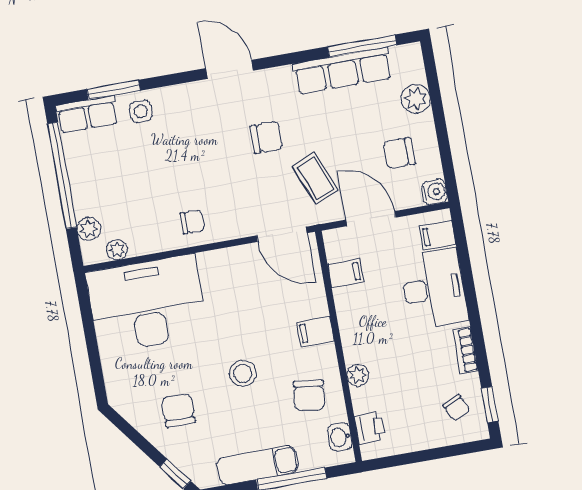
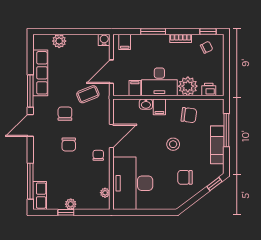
window: (362, 46) -> (30, 91), moved
window: (114, 90) -> (30, 181), width x1.44
side table: (141, 111) -> (42, 170), removed
chair: (399, 153) -> (69, 144), moved
window: (62, 175) -> (66, 212), width x0.32
plant: (89, 229) -> (71, 204), moved
door: (282, 234) -> (111, 136), moved
desk: (434, 289) -> (159, 82), moved, turned 180
window: (470, 291) -> (153, 32), added
plant: (358, 375) -> (188, 86), width x1.88, depth x1.88
washbasin: (340, 437) -> (146, 104), moved

